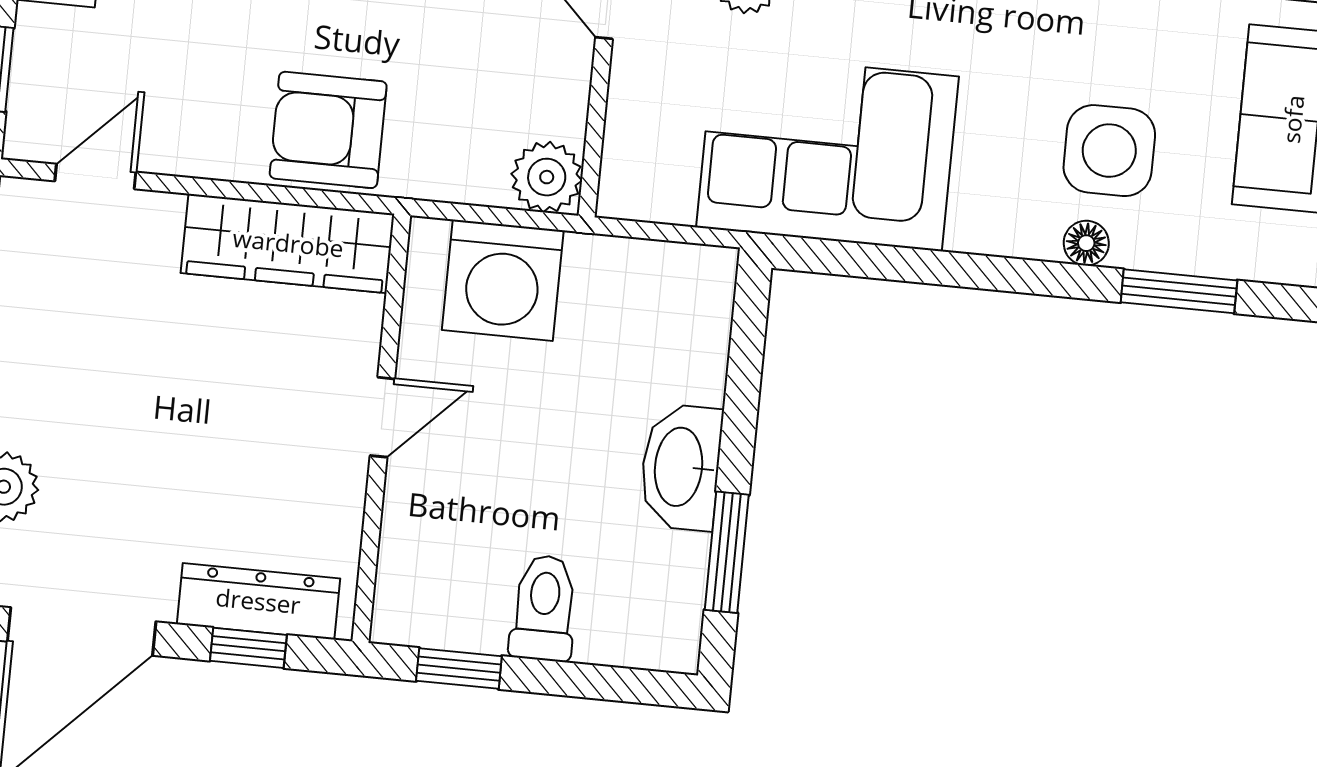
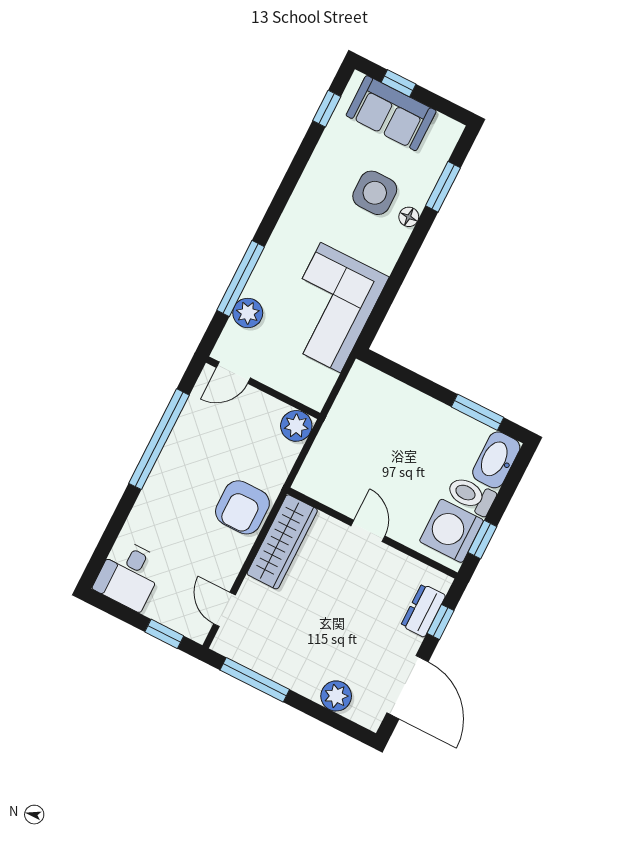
washing machine: (503, 280) -> (451, 531), moved, turned 180
washbasin: (681, 467) -> (496, 460), moved, turned 90
dresser: (258, 601) -> (423, 610), width x0.70

